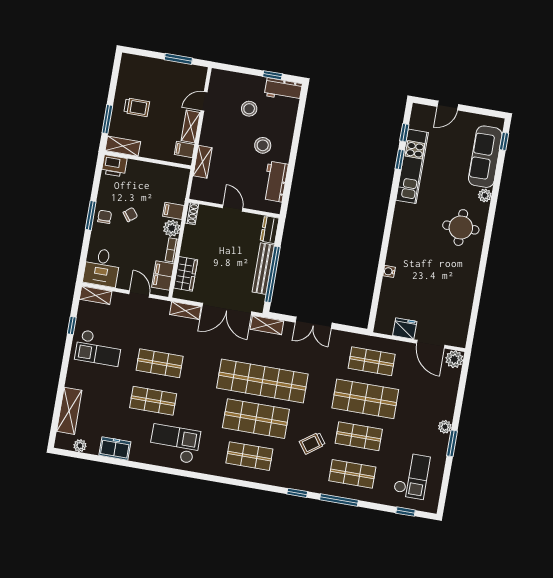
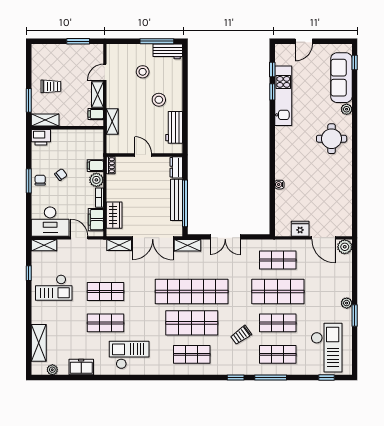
window: (273, 75) -> (157, 41), width x2.17
desk: (102, 267) -> (50, 222), width x1.37
checkout: (412, 476) -> (327, 348), width x1.36, depth x1.21

